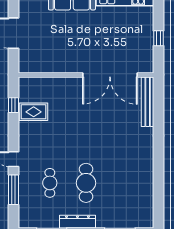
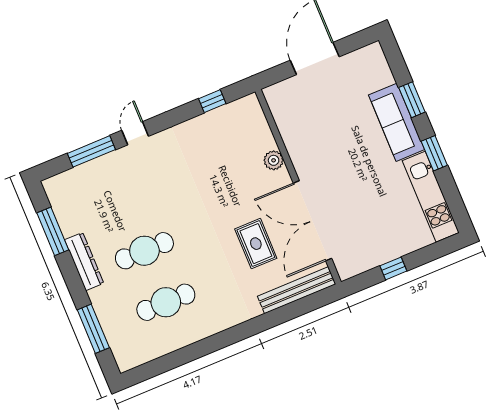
plant: (64, 83) -> (274, 160), added
rug: (34, 112) -> (256, 244), moved
cafe table: (50, 183) -> (166, 302), moved, width x1.37, depth x1.35

